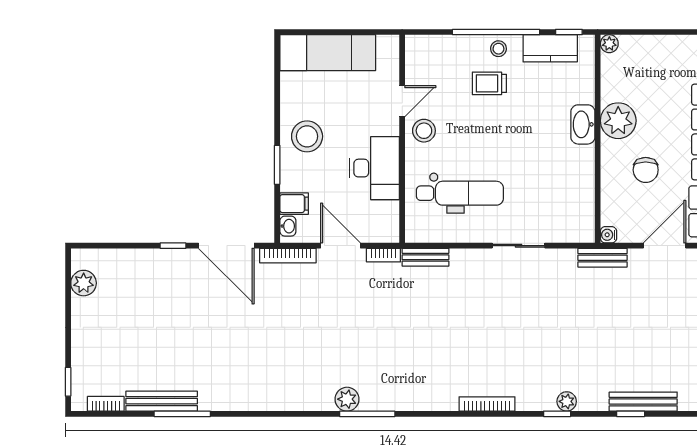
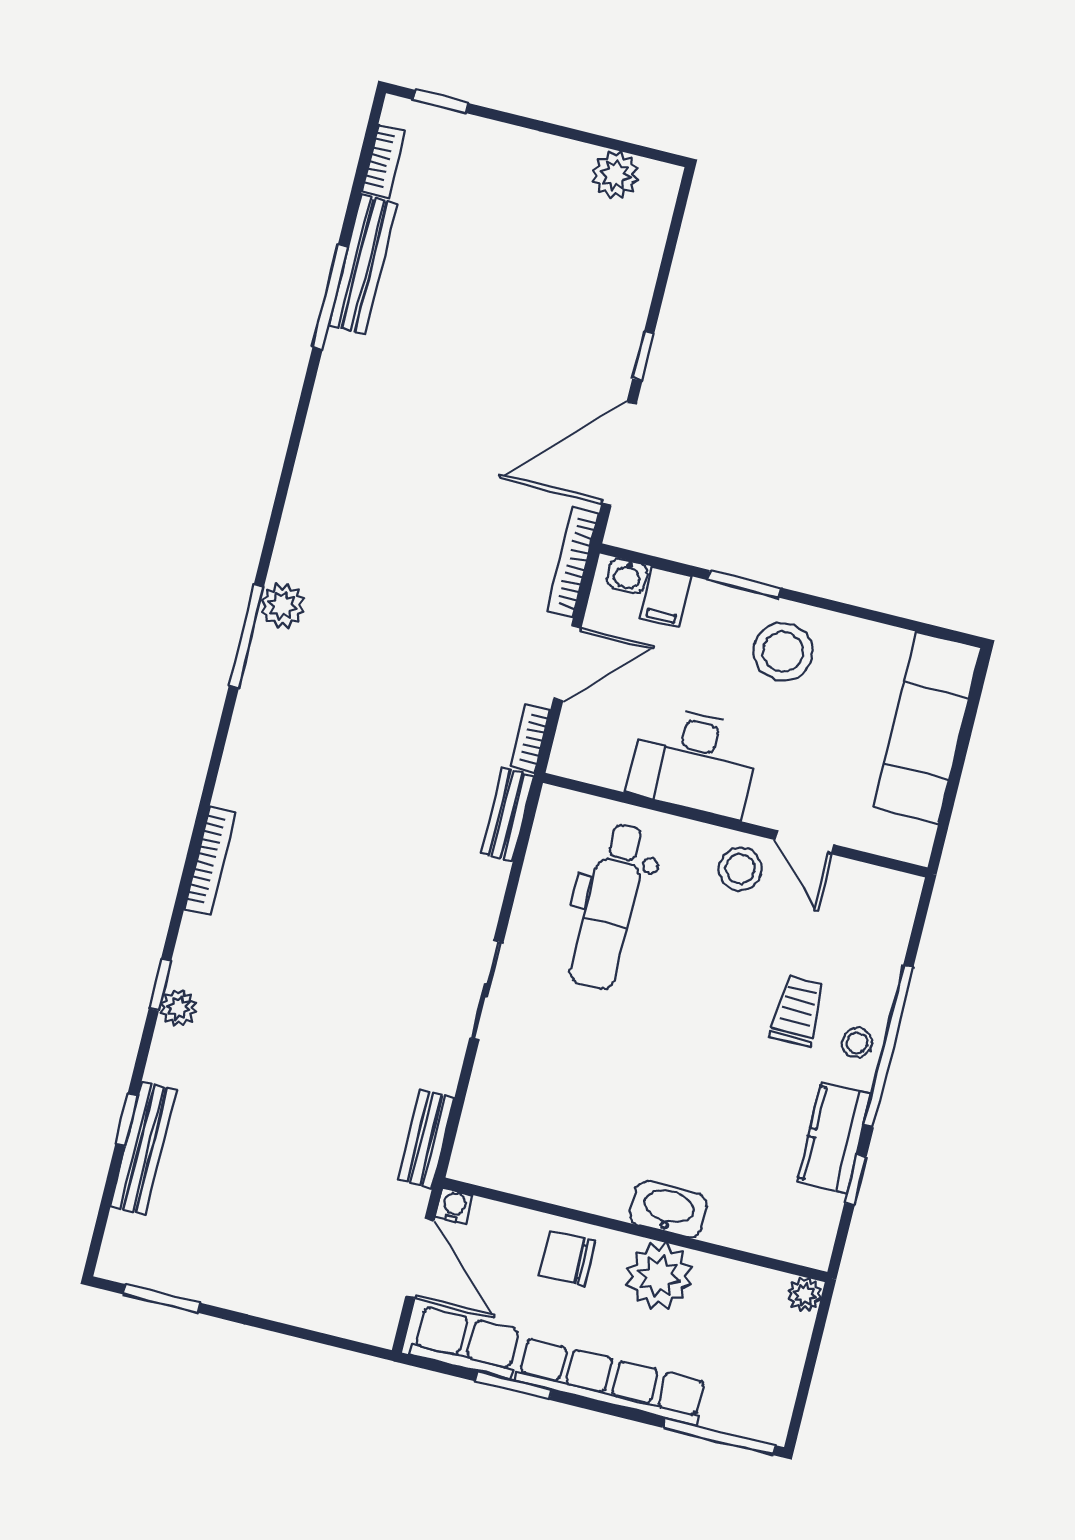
plant: (609, 44) -> (804, 1294), moved
plant: (618, 121) -> (659, 1276), moved
washbasin: (583, 124) -> (668, 1209), moved
wall: (598, 139) -> (635, 1230), moved
water cooler: (608, 235) -> (454, 1206), moved

